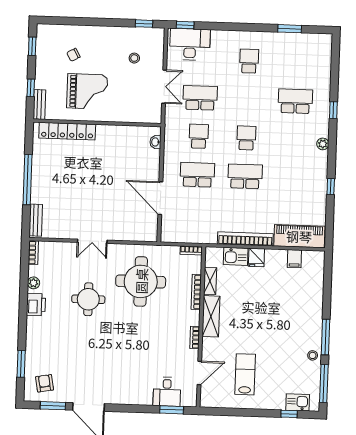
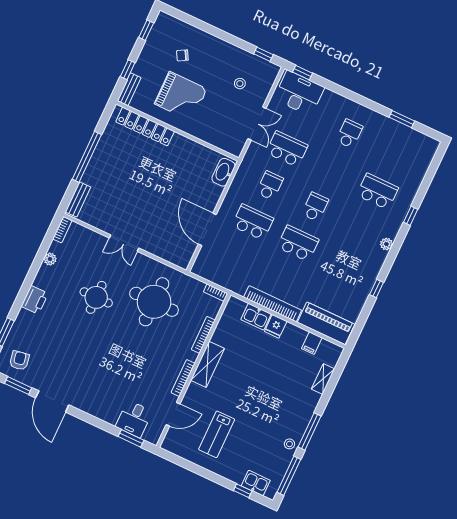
washbasin: (155, 142) -> (223, 172), width x1.91, depth x1.45
shelving: (210, 281) -> (323, 379), moved
printer: (36, 305) -> (35, 300), moved
bookcase: (195, 337) -> (183, 378), width x1.56
lab bench: (245, 374) -> (217, 434), turned 180

